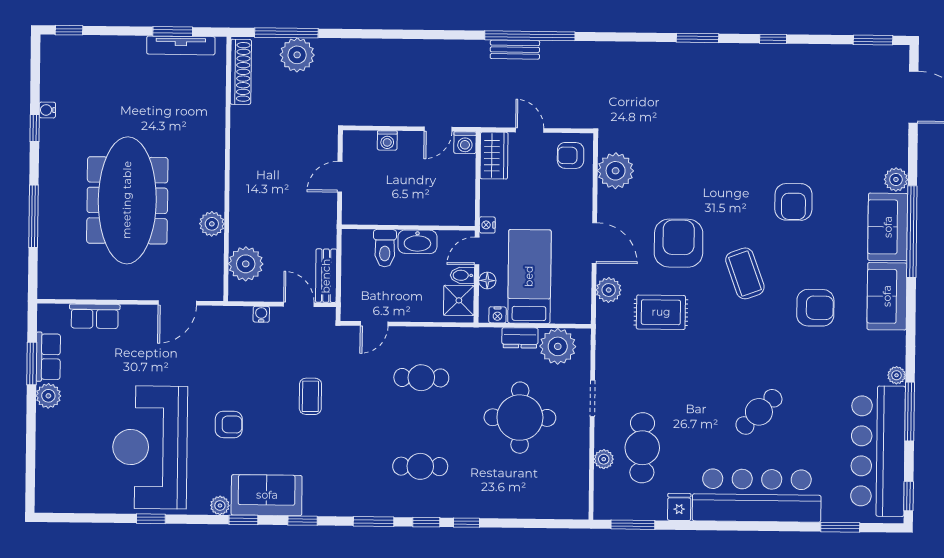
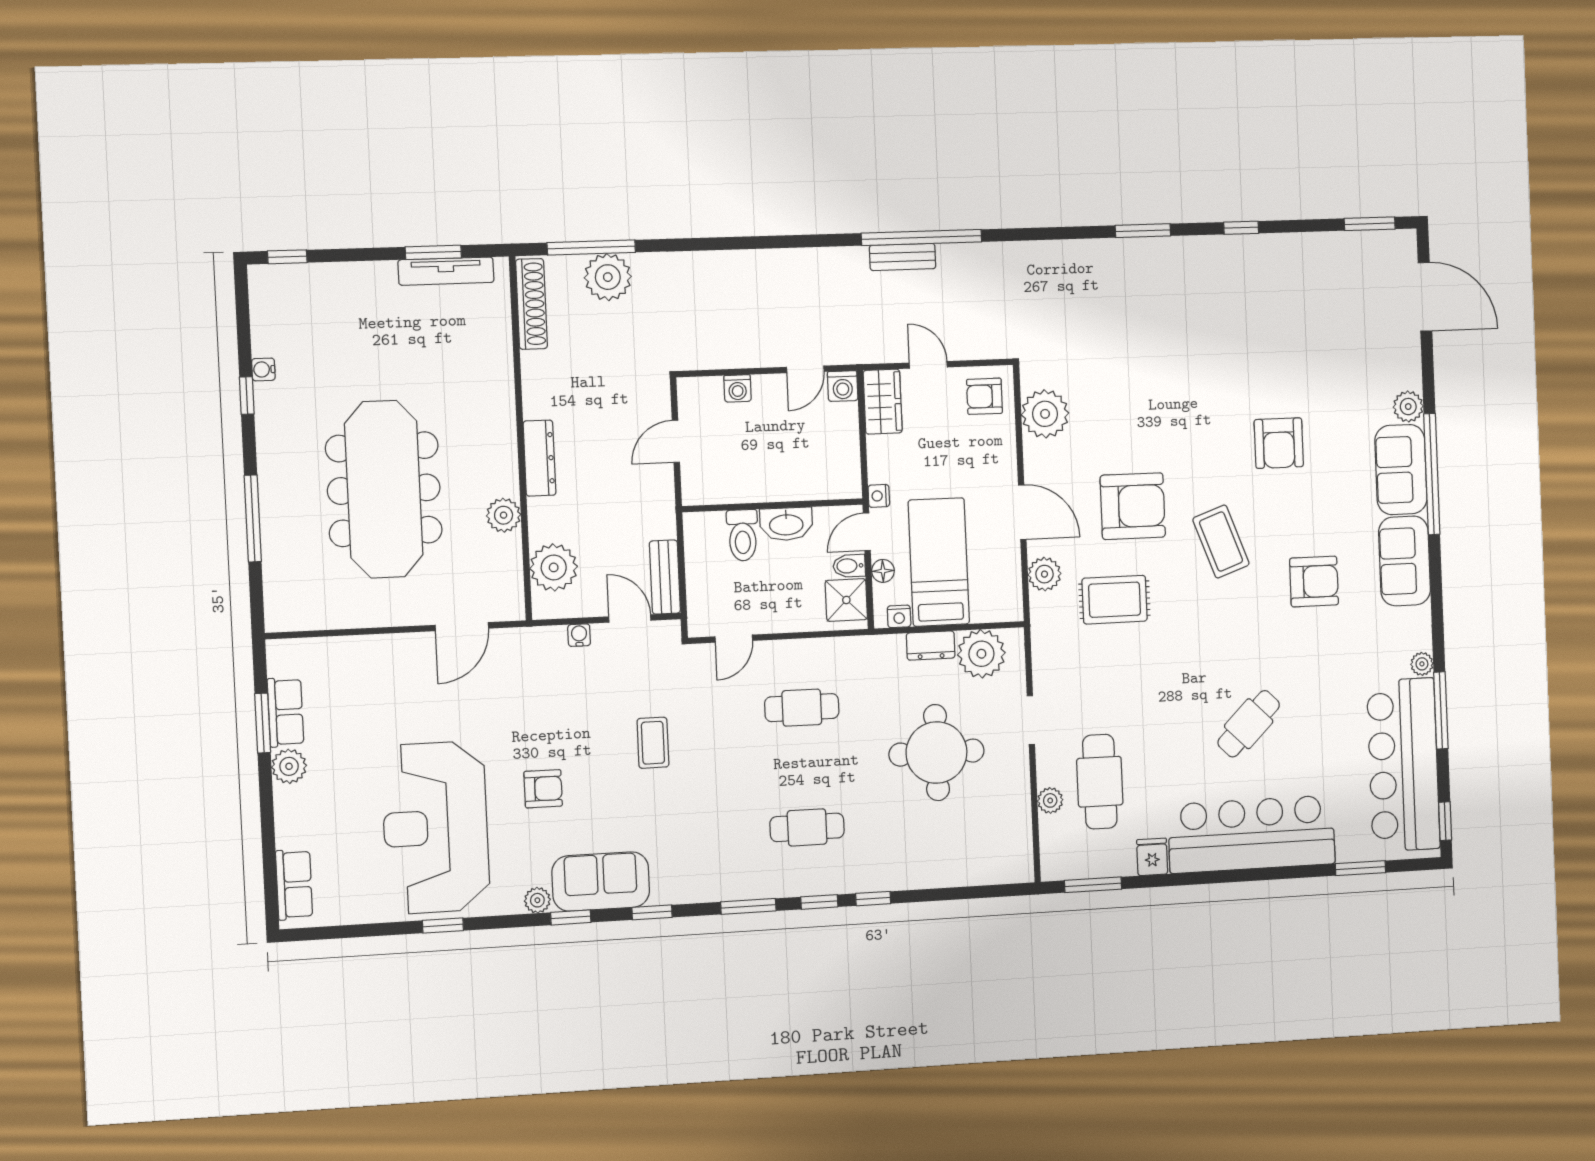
dresser: (240, 184) -> (539, 458), added
armchair: (679, 243) -> (1133, 506), turned 90
row of seats: (95, 316) -> (294, 885), moved, turned -90

